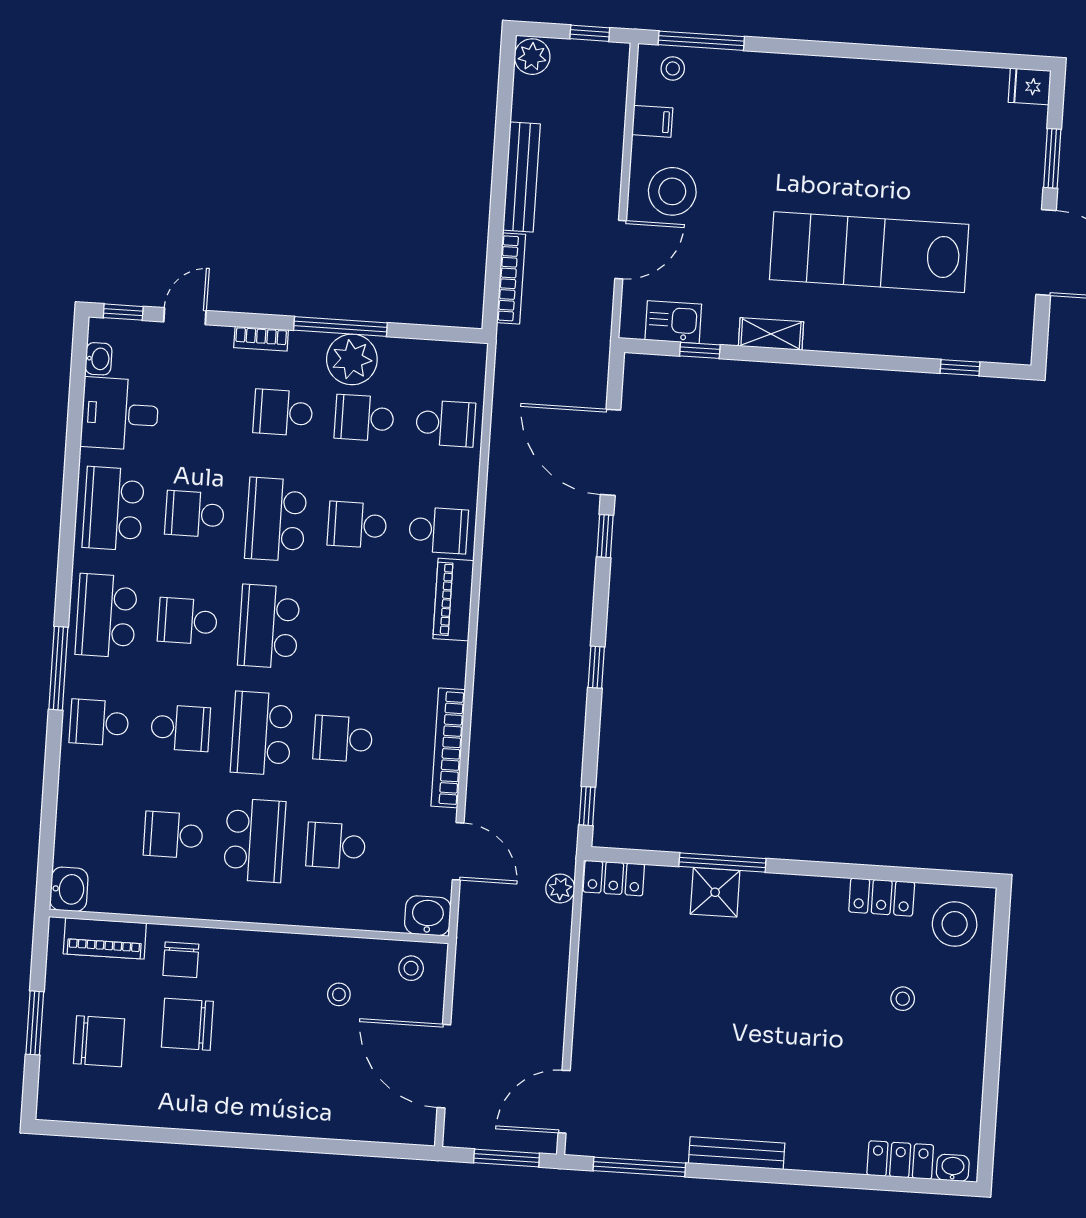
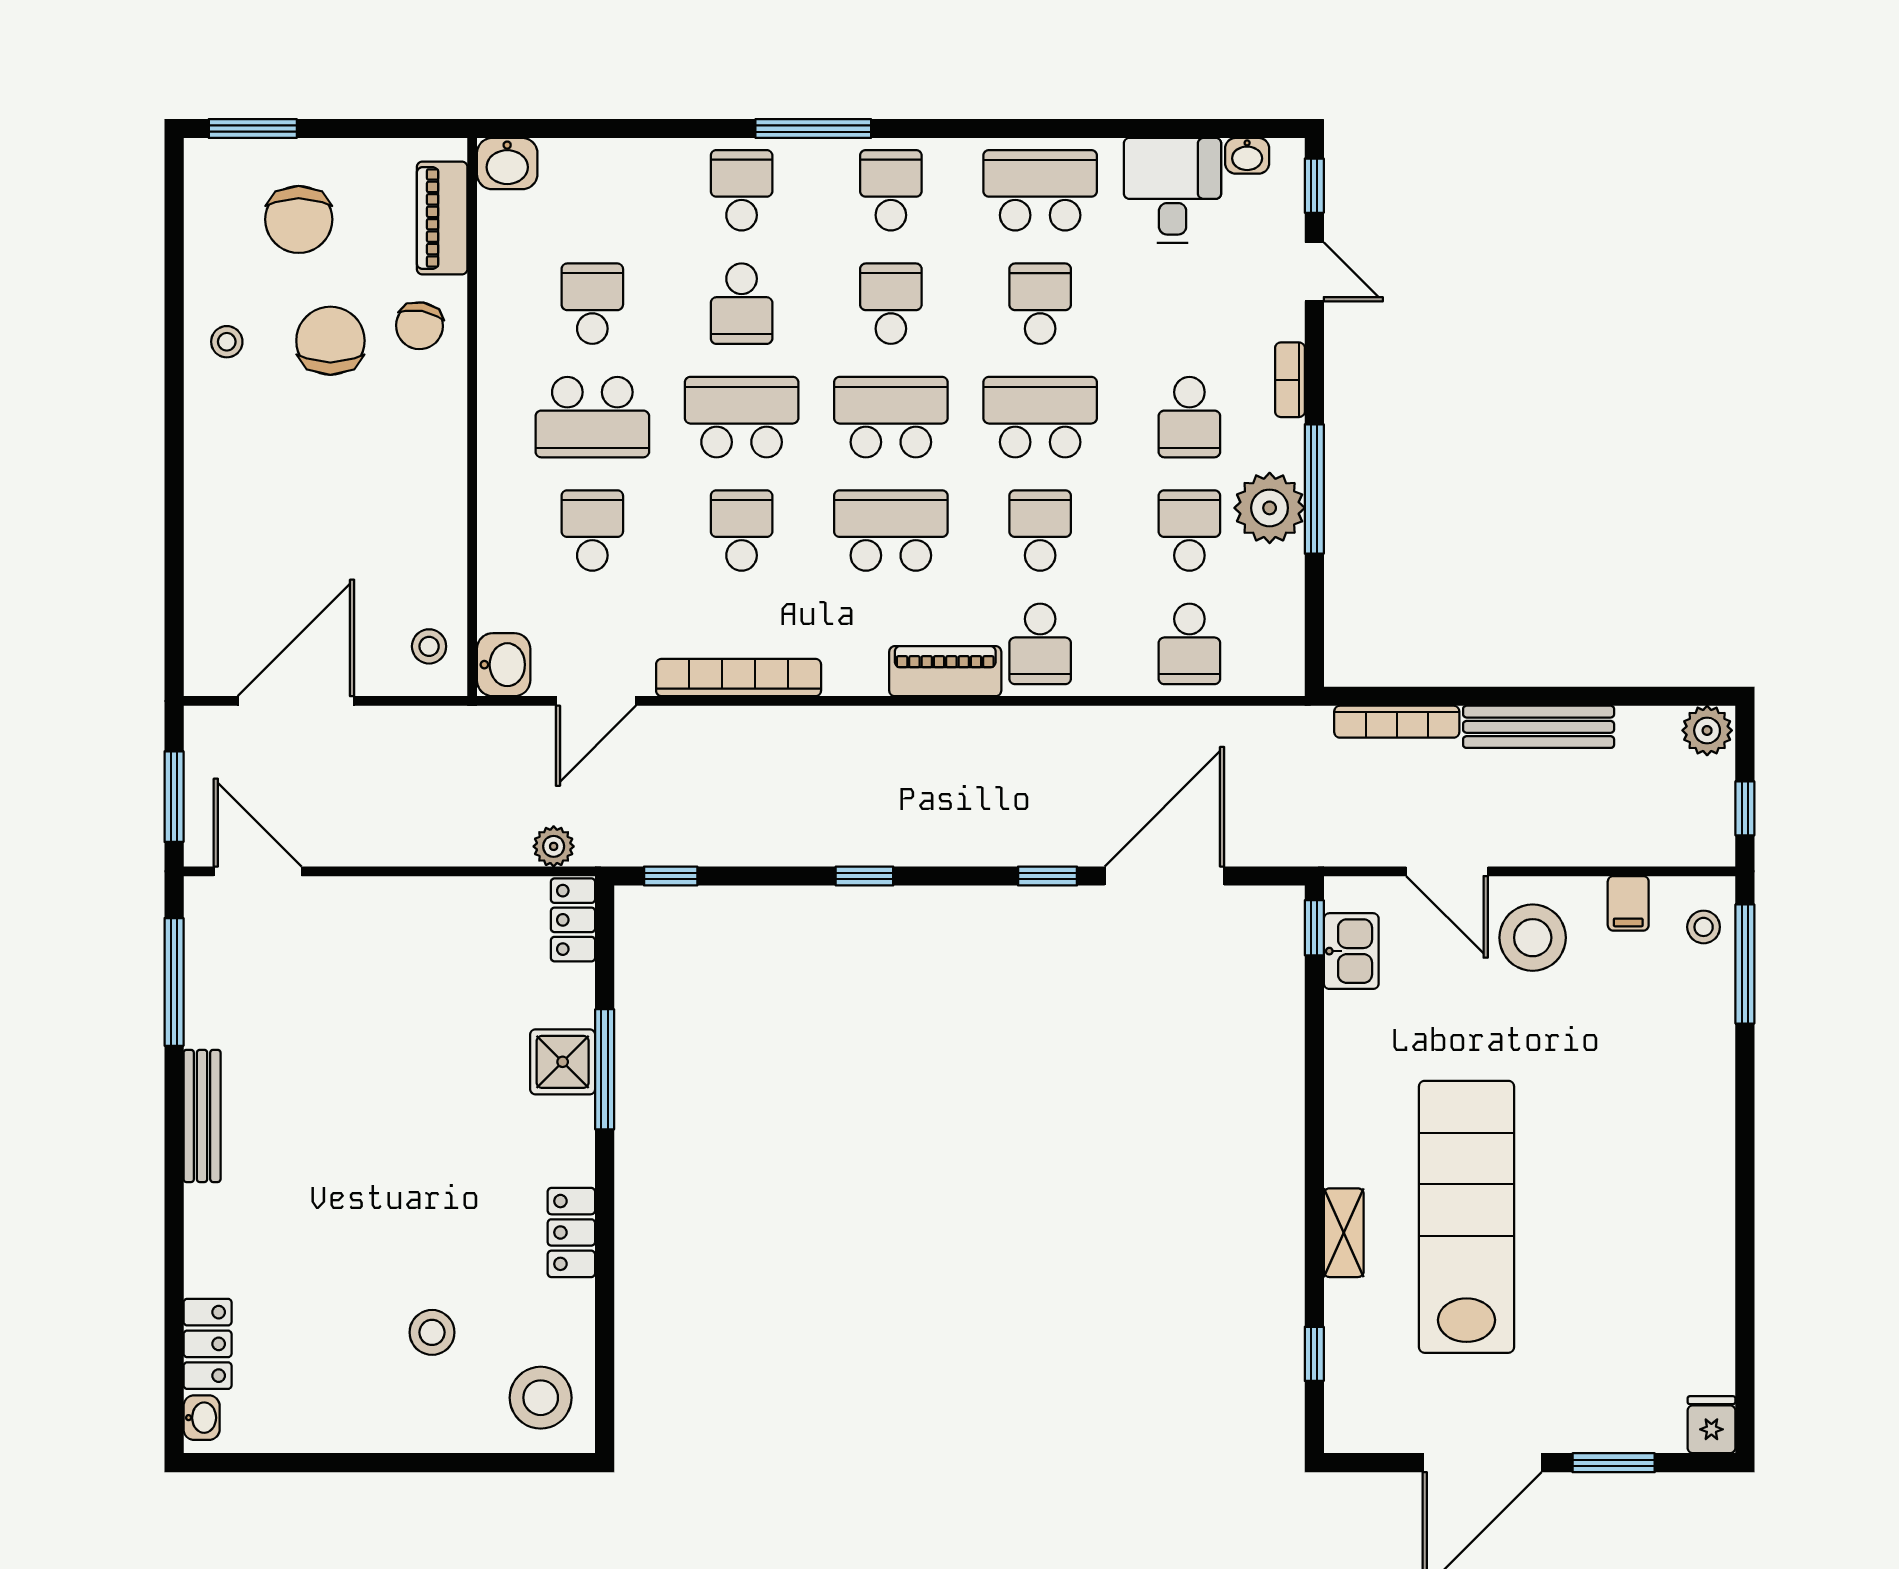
shelving: (771, 334) -> (1344, 1233), moved
window: (700, 350) -> (1314, 928), moved
school desk: (283, 413) -> (1189, 417), turned 180
school desk: (106, 616) -> (891, 190), width x0.54
school desk: (350, 632) -> (891, 530), added
locker: (882, 897) -> (571, 1232), moved
chair: (181, 960) -> (419, 326), turned -80
stool: (339, 994) -> (227, 342), moved
stool: (903, 999) -> (432, 1332), width x1.37, depth x1.37
window: (35, 1023) -> (253, 128), moved

